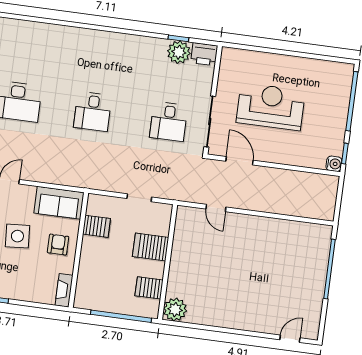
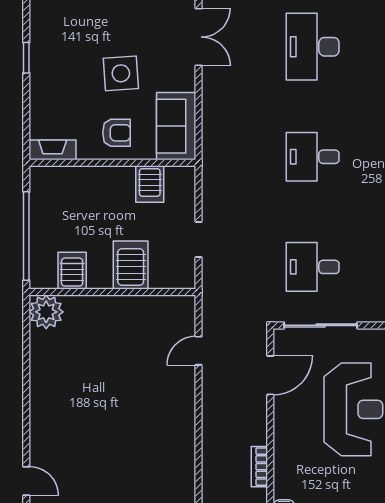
bookcase: (301, 177) -> (259, 467), added

